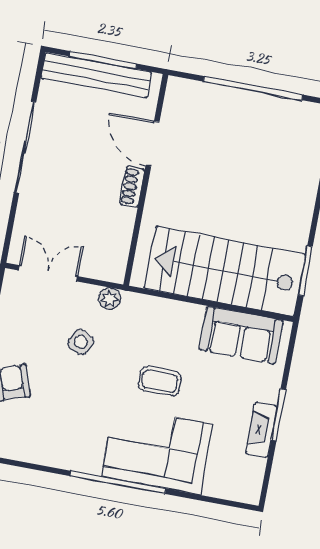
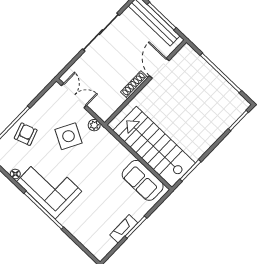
shoe rack: (132, 187) -> (134, 85), width x1.43
side table: (81, 342) -> (69, 136), width x1.87, depth x1.87
coffee table: (160, 381) -> (92, 177), removed
corner sofa: (157, 450) -> (49, 187), moved
floor lamp: (37, 455) -> (15, 174), added

